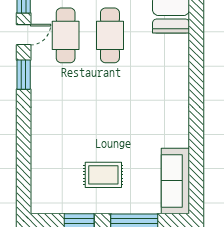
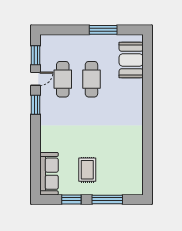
rug: (103, 175) -> (87, 170), turned 90
sofa: (175, 181) -> (49, 174), moved, turned 180

